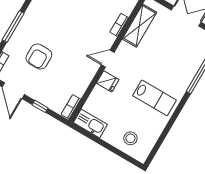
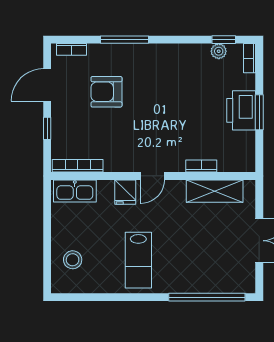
door: (108, 59) -> (153, 176), swing flipped
bookcase: (71, 107) -> (78, 166), width x1.56
kitchen sink: (90, 123) -> (75, 191), moved, turned 90

